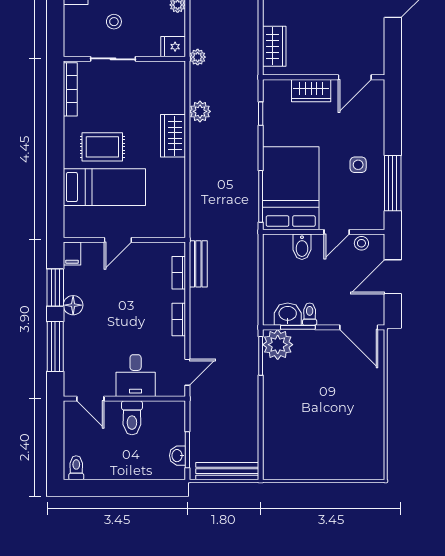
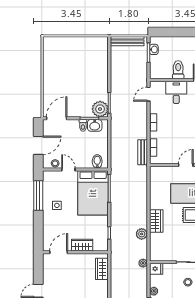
door: (337, 232) -> (68, 169), hinge flipped
bidet: (302, 247) -> (97, 161), moved
door: (359, 327) -> (57, 118), hinge flipped

